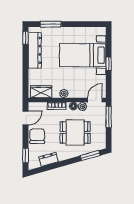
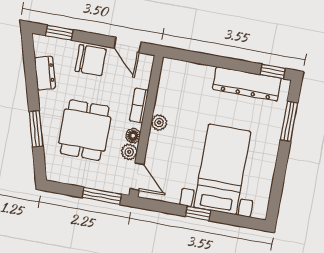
wardrobe: (41, 92) -> (170, 82), removed
window: (90, 156) -> (36, 129), moved

